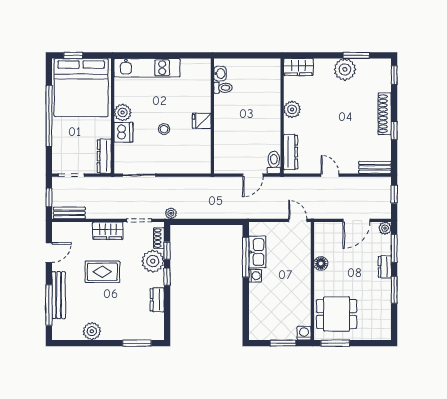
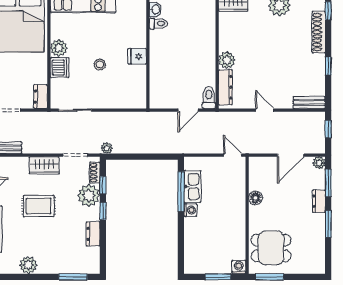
plant: (292, 109) -> (227, 60), moved
shoe rack: (385, 114) -> (319, 32), moved
dresser: (104, 156) -> (41, 97), width x0.70

